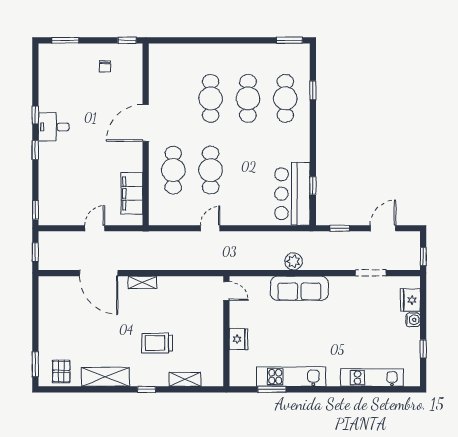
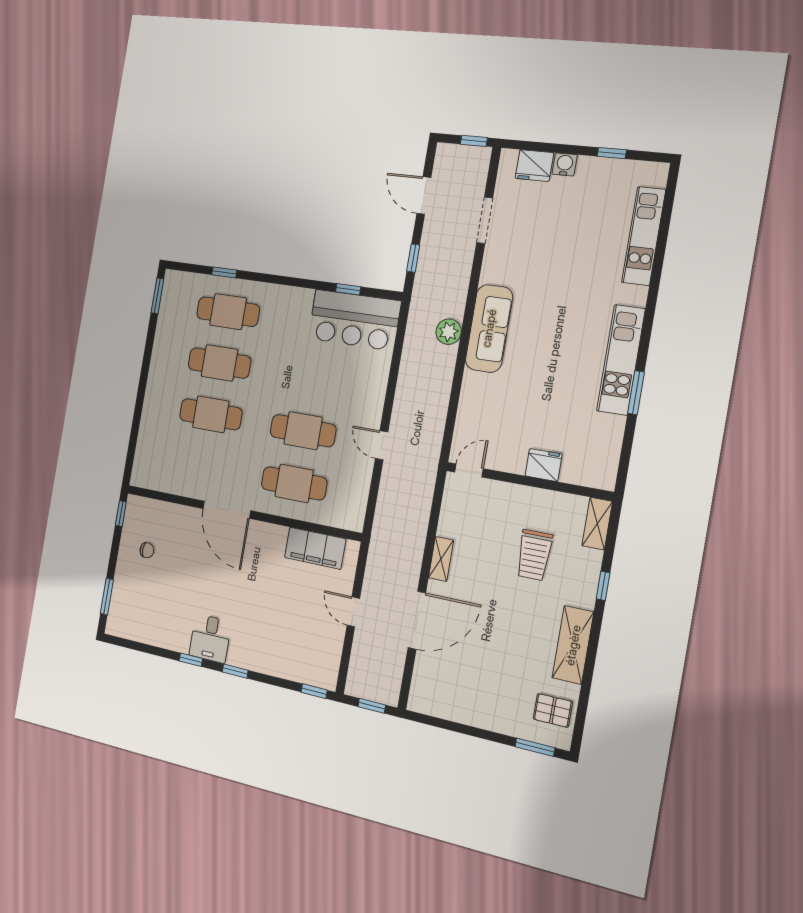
door: (226, 291) -> (469, 470), moved
wall: (226, 331) -> (528, 481), moved
fridge: (239, 339) -> (544, 465), moved

